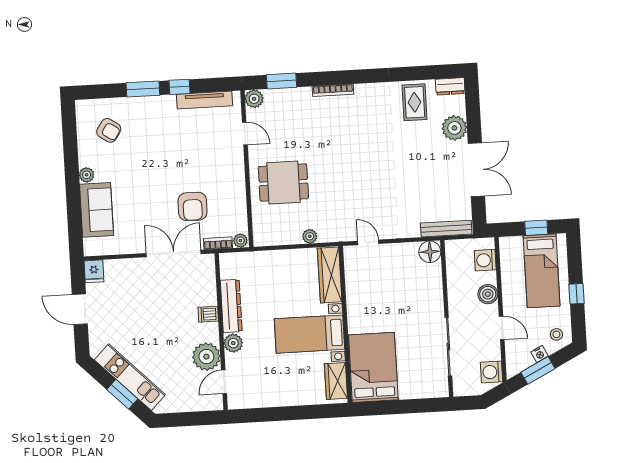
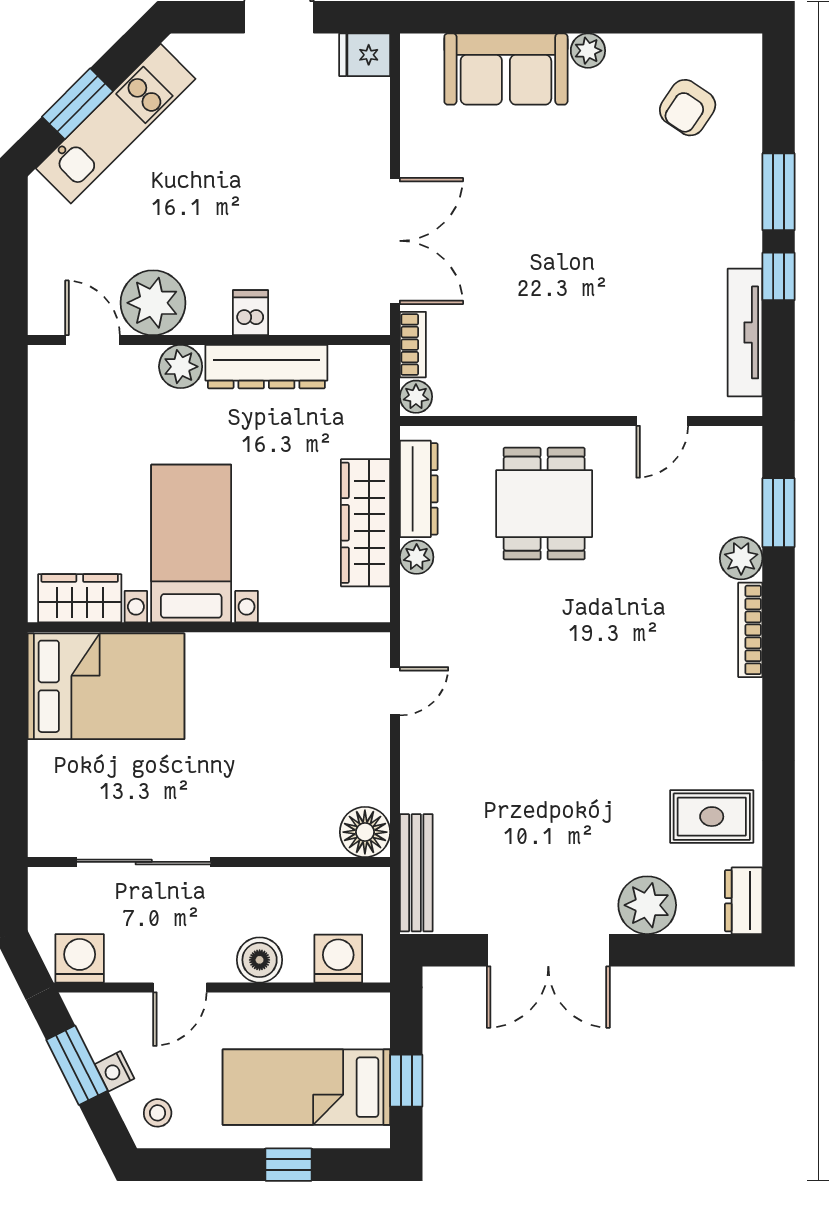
plant: (254, 99) -> (741, 558), moved
armchair: (193, 206) -> (501, 291), removed
dresser: (280, 237) -> (419, 489), added
wardrobe: (330, 275) -> (366, 523), moved, turned -90
window: (577, 294) -> (289, 1165), moved

